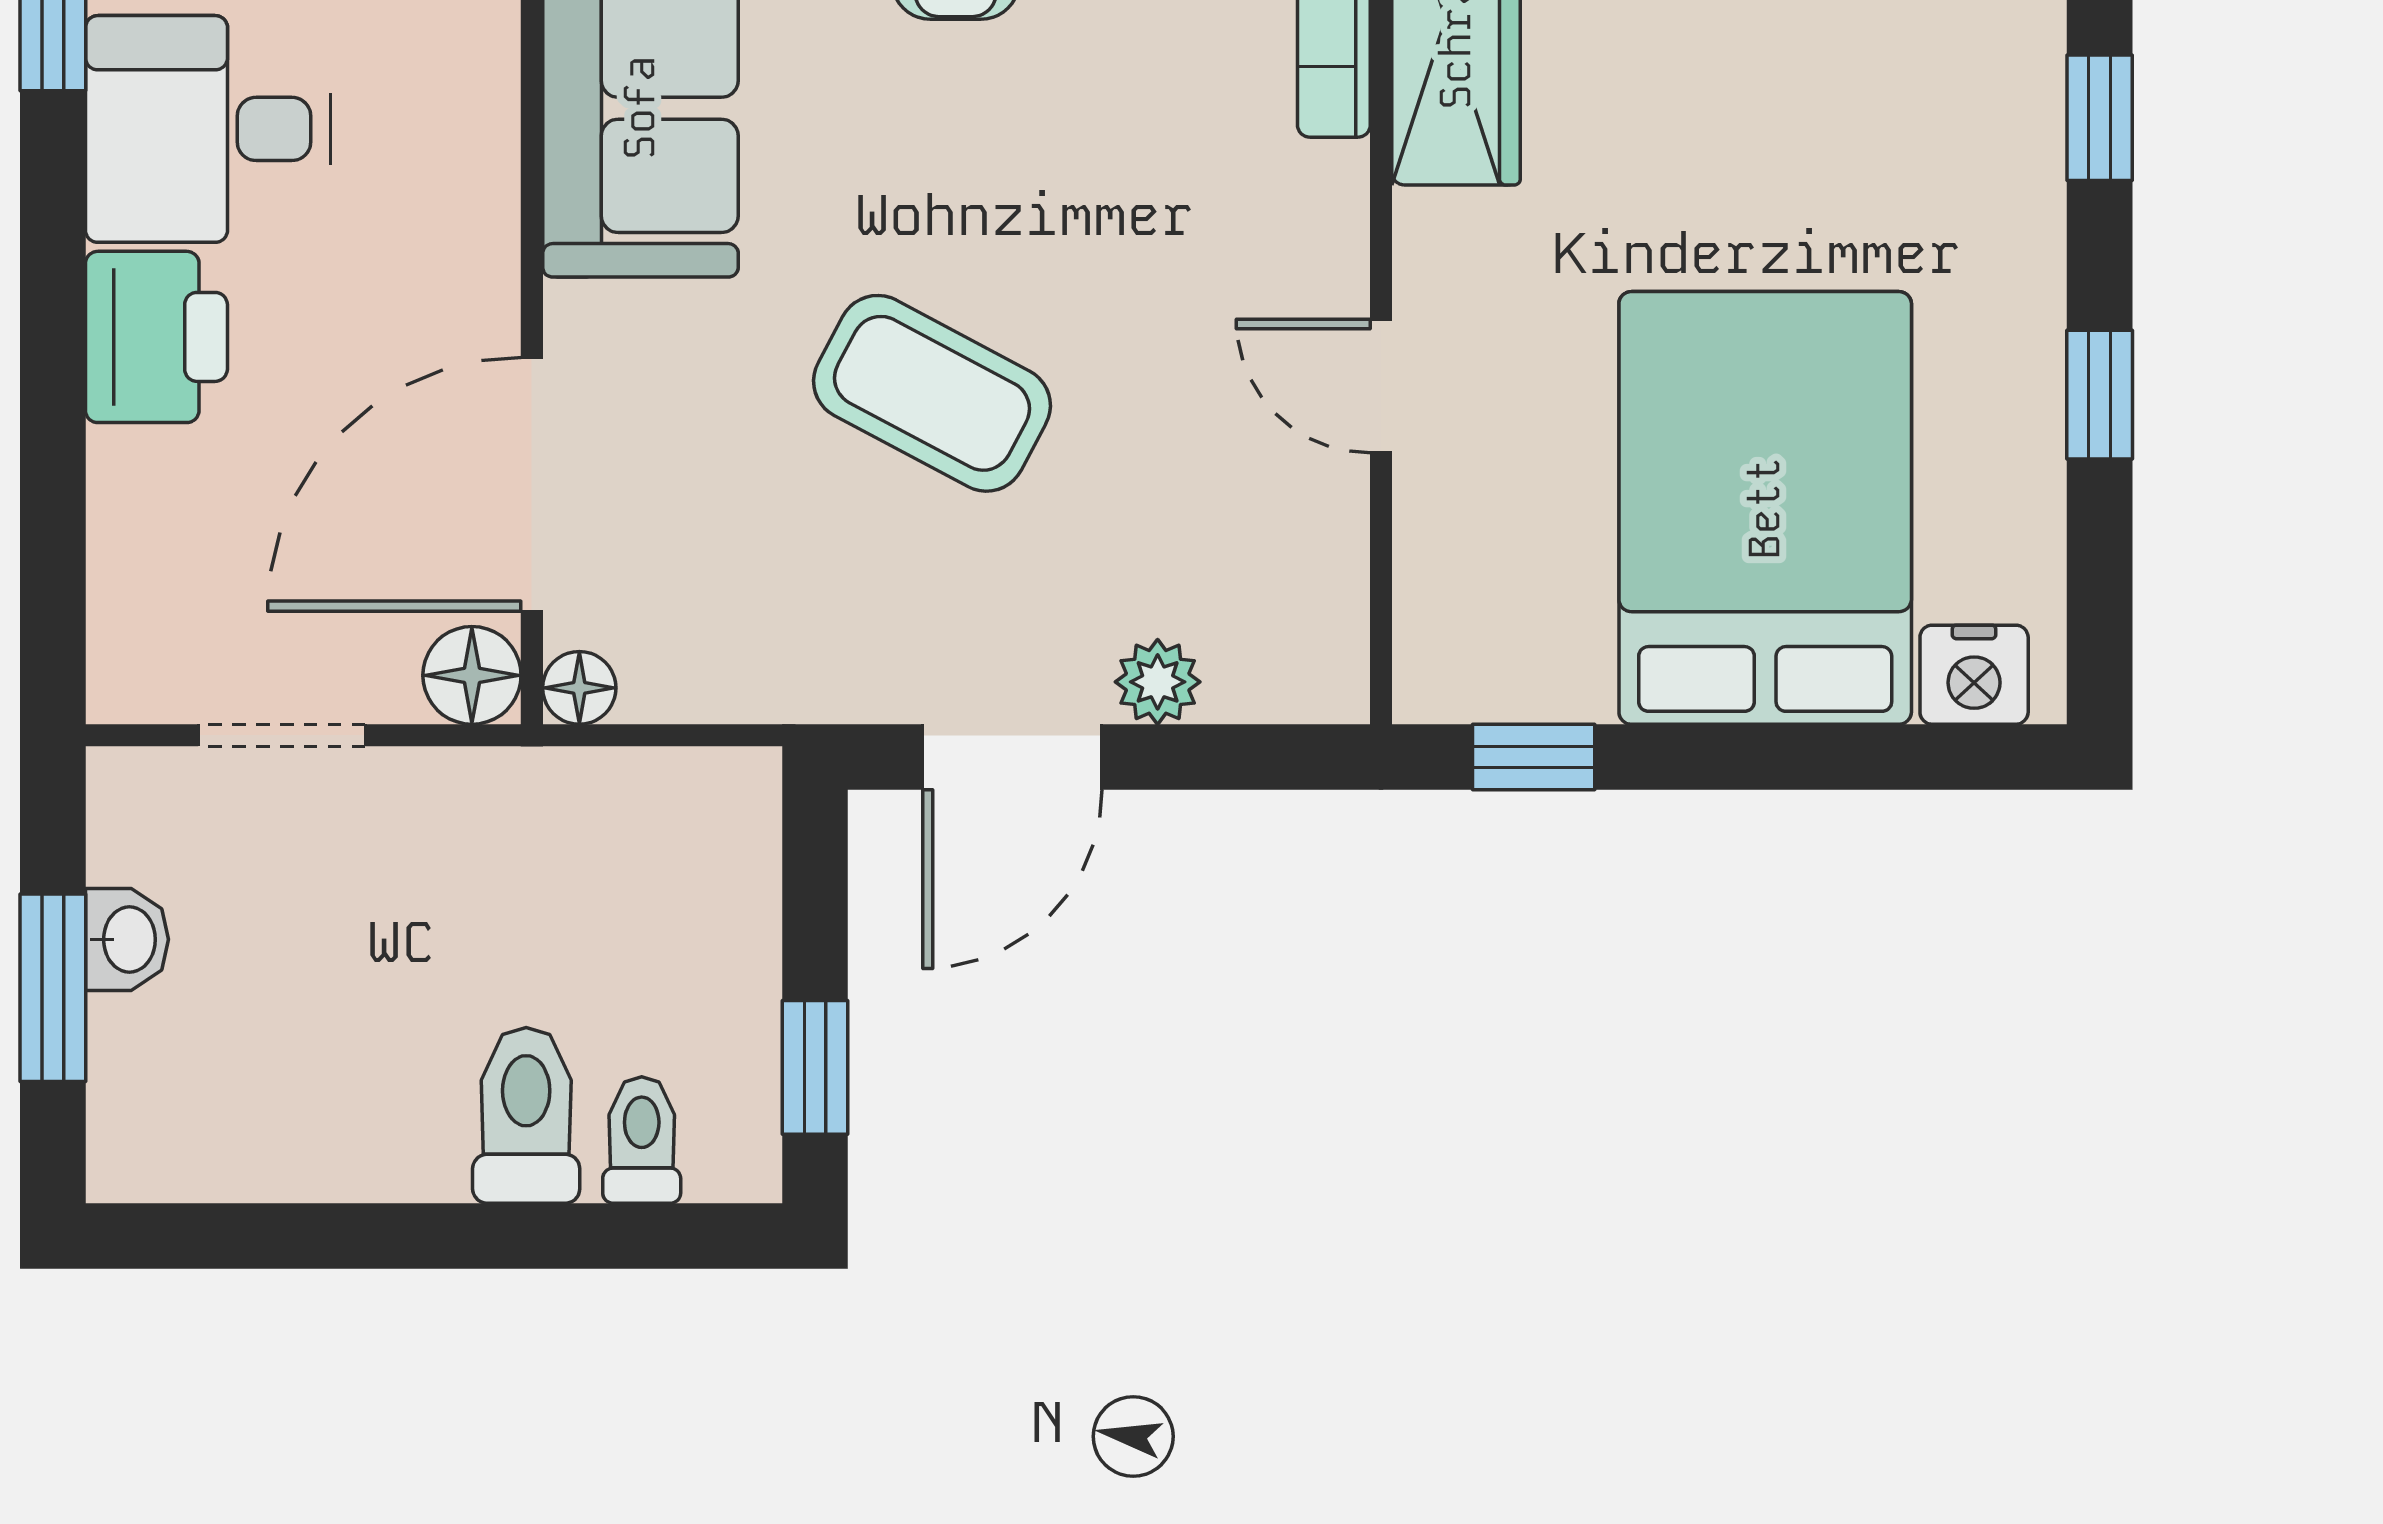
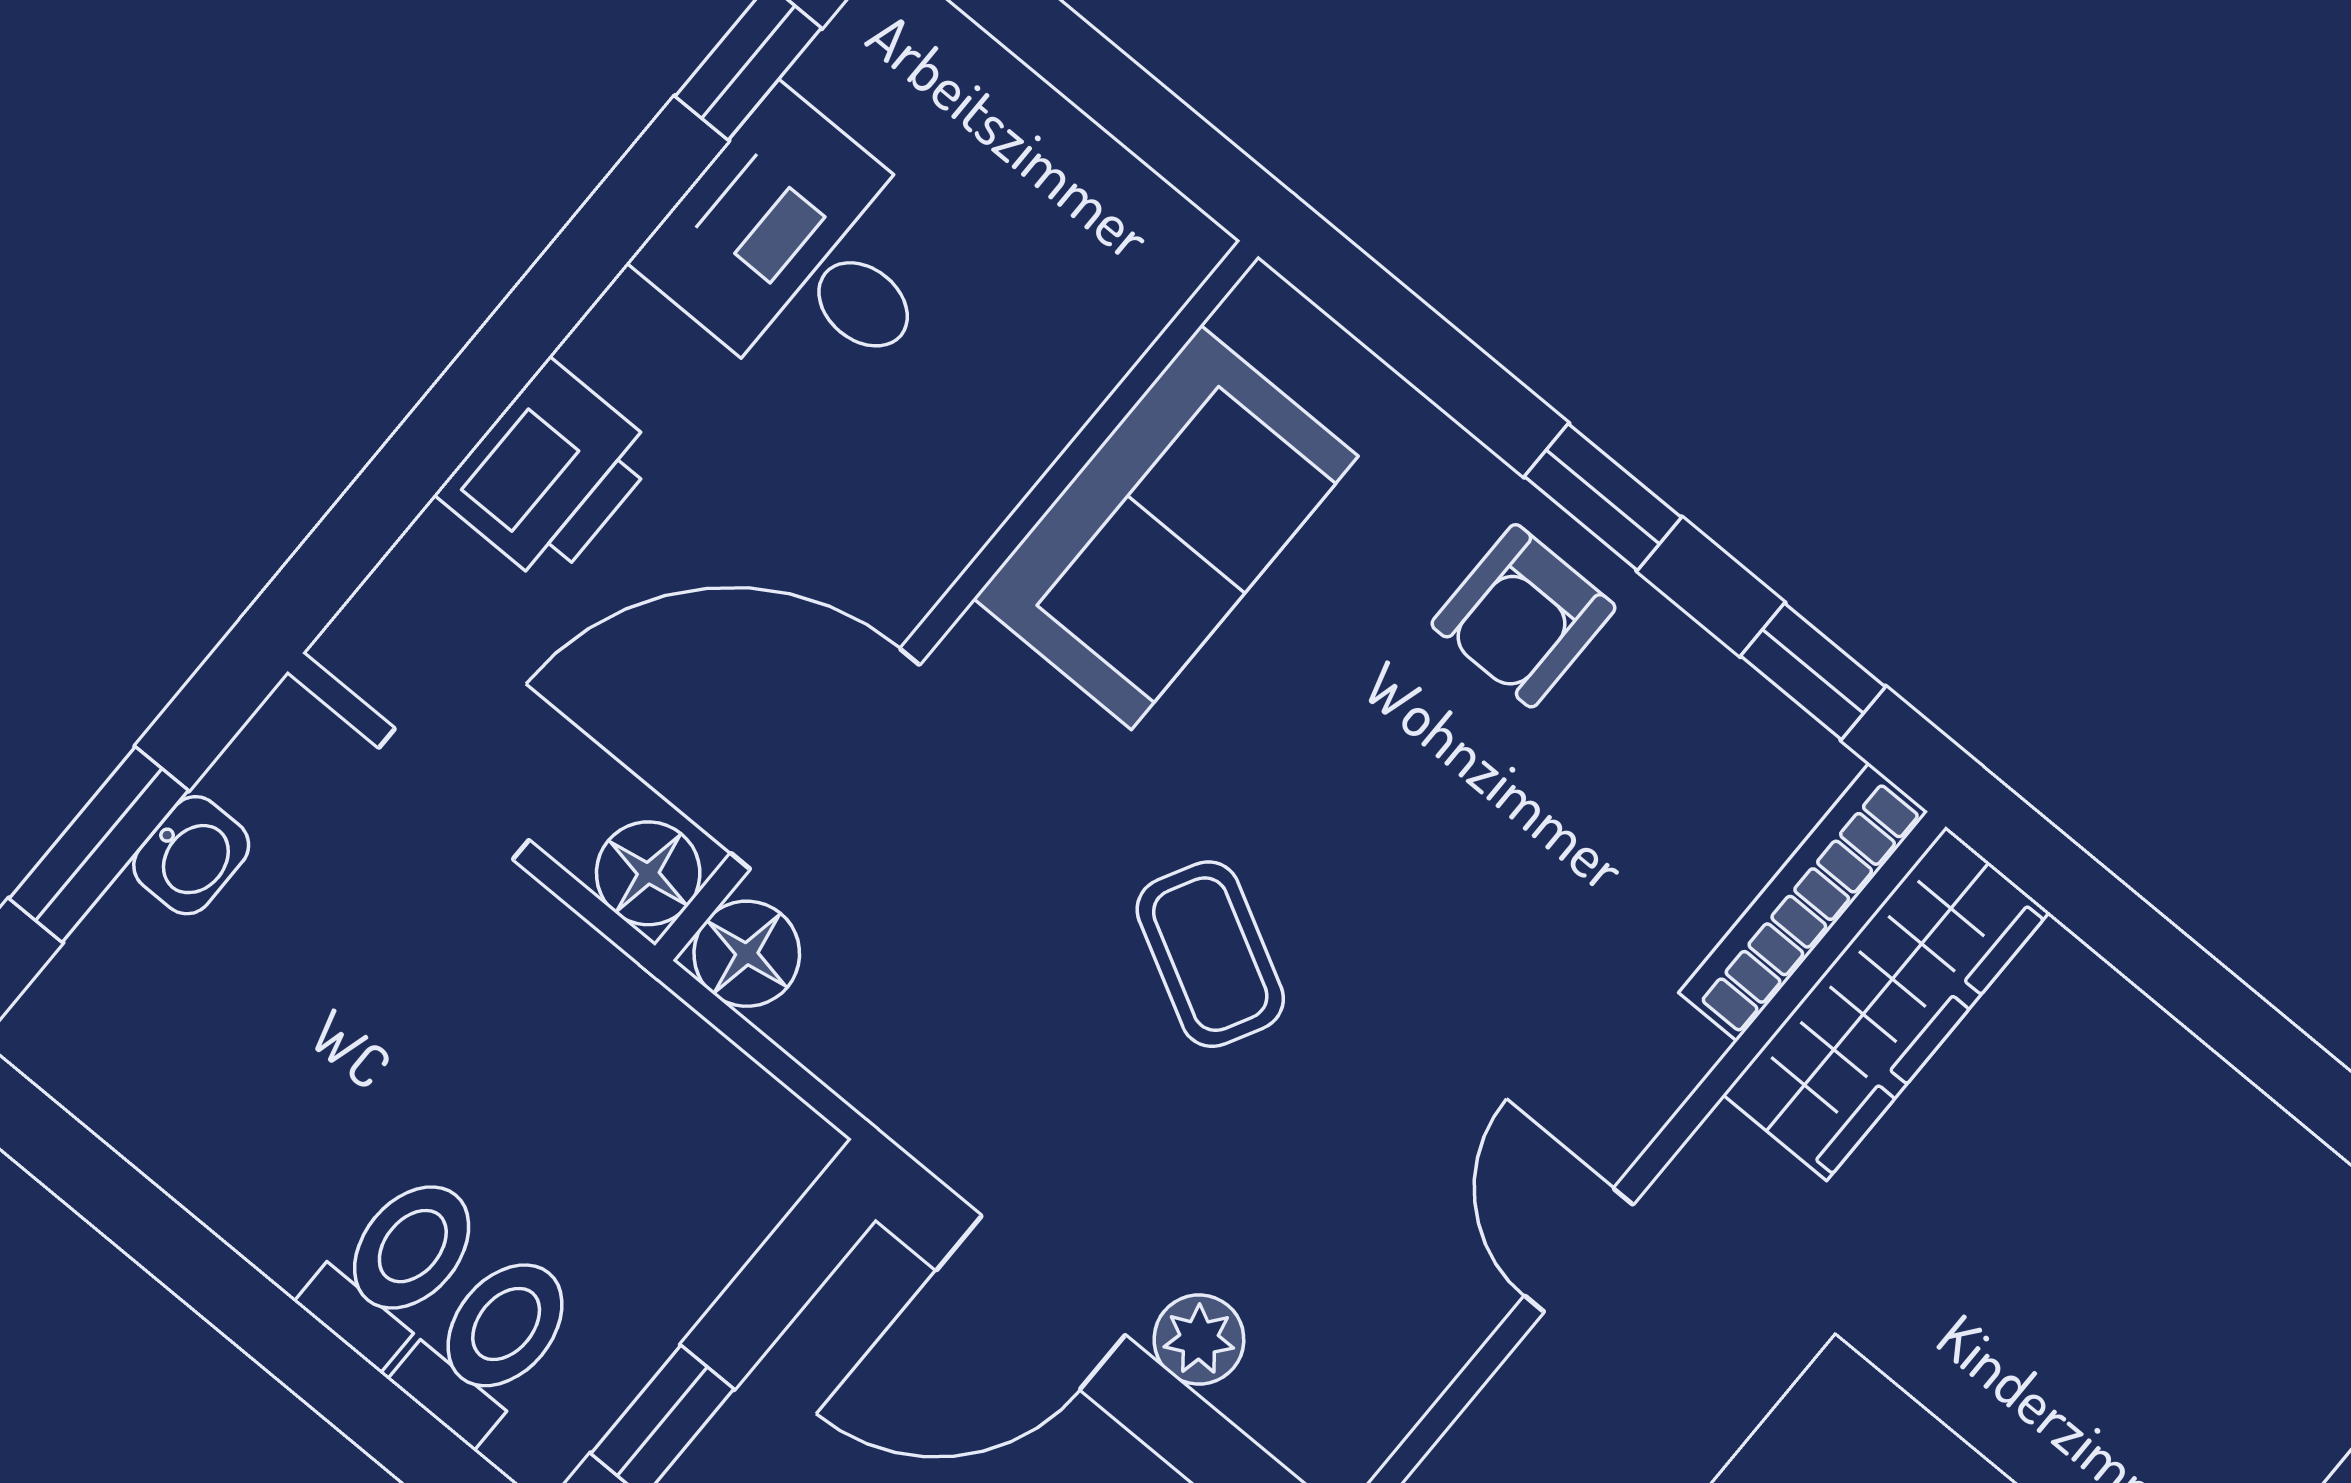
printer: (156, 337) -> (549, 473), moved
coffee table: (932, 393) -> (1210, 954), width x0.73, depth x0.77
floor lamp: (579, 688) -> (747, 954), width x1.37, depth x1.37
toilet: (642, 1140) -> (490, 1344), width x1.37, depth x1.39

